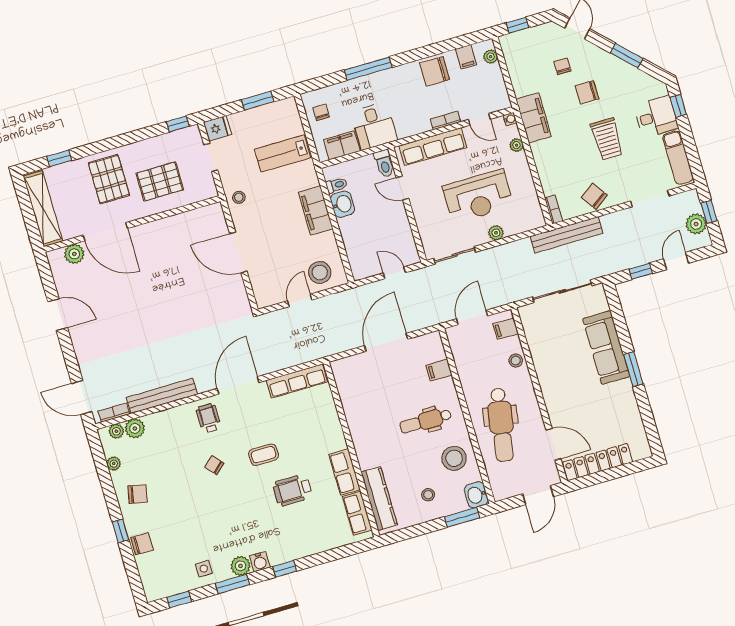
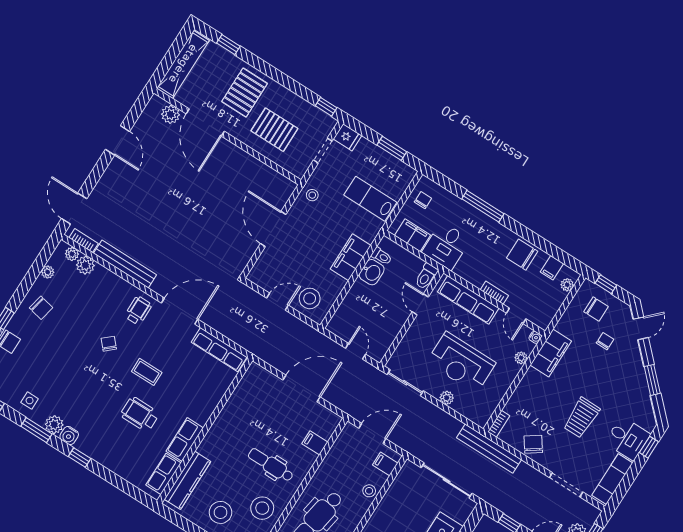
chair: (587, 92) -> (596, 309), moved, turned 180
stool: (428, 495) -> (221, 512), width x1.89, depth x1.89

